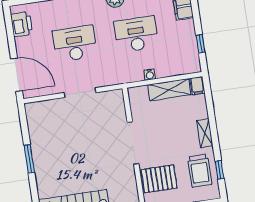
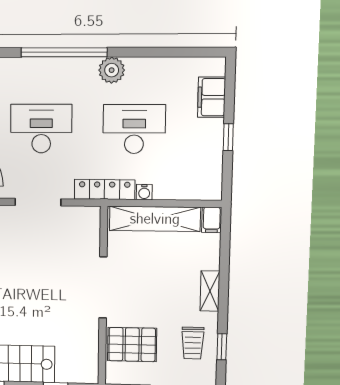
window: (200, 44) -> (228, 137), moved
locker: (123, 77) -> (105, 190), added
shelving: (169, 90) -> (155, 219), width x1.47
trolley: (200, 171) -> (193, 343), width x0.73, depth x0.72

